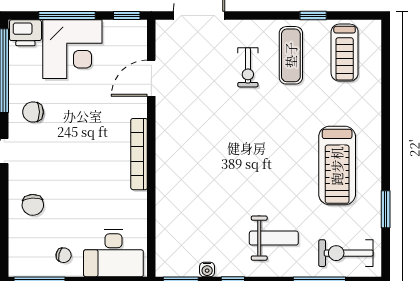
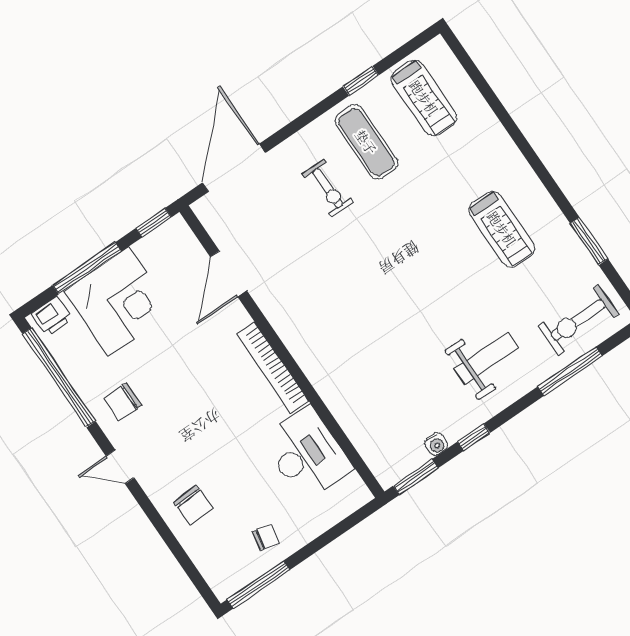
printer: (25, 33) -> (52, 316), width x0.73, depth x0.81
treadmill: (337, 166) -> (502, 229), width x0.73, depth x0.73
desk: (113, 253) -> (307, 454), moved, turned -90

